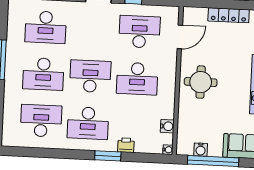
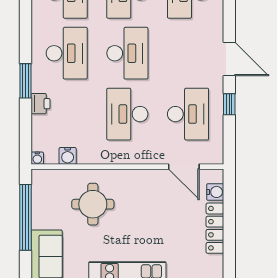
round table: (201, 82) -> (93, 204), moved
desk: (88, 123) -> (67, 53), turned 180
water cooler: (201, 150) -> (215, 192), moved, turned 180

